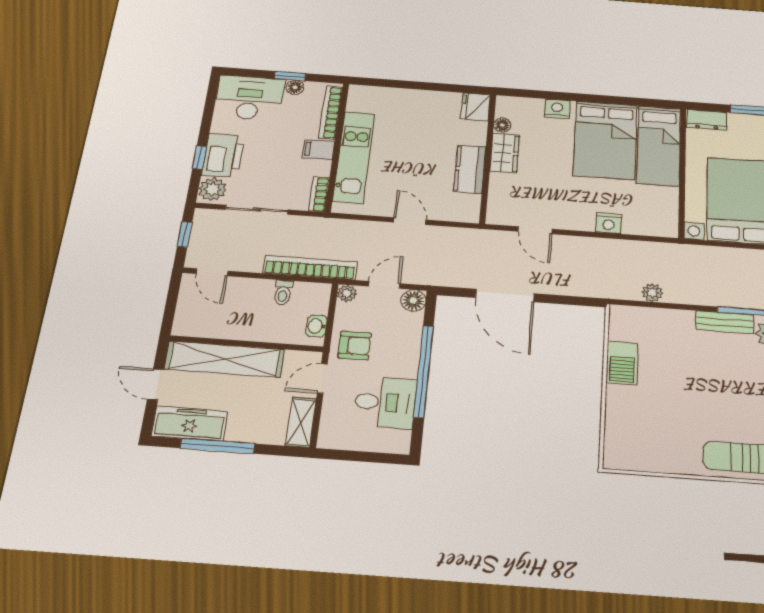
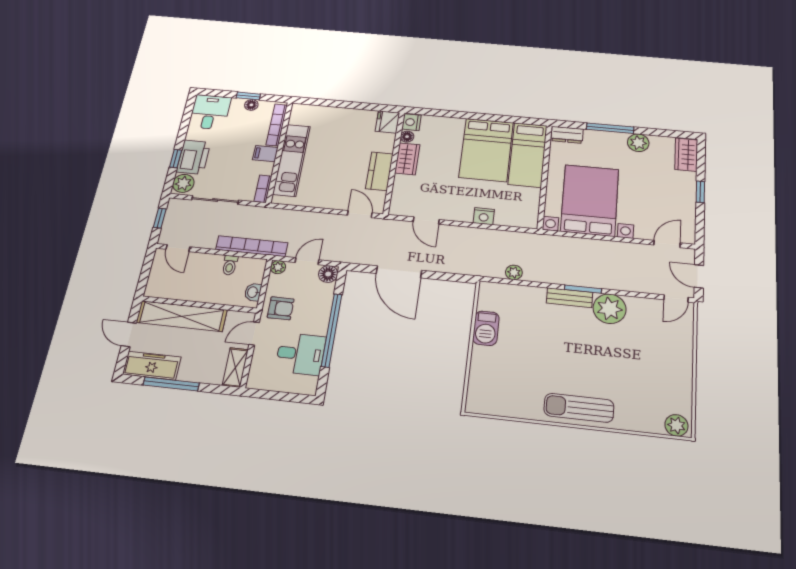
desk: (249, 98) -> (210, 112), width x0.73
nightstand: (557, 109) -> (411, 122), moved, turned -90
door: (410, 221) -> (360, 214), moved

